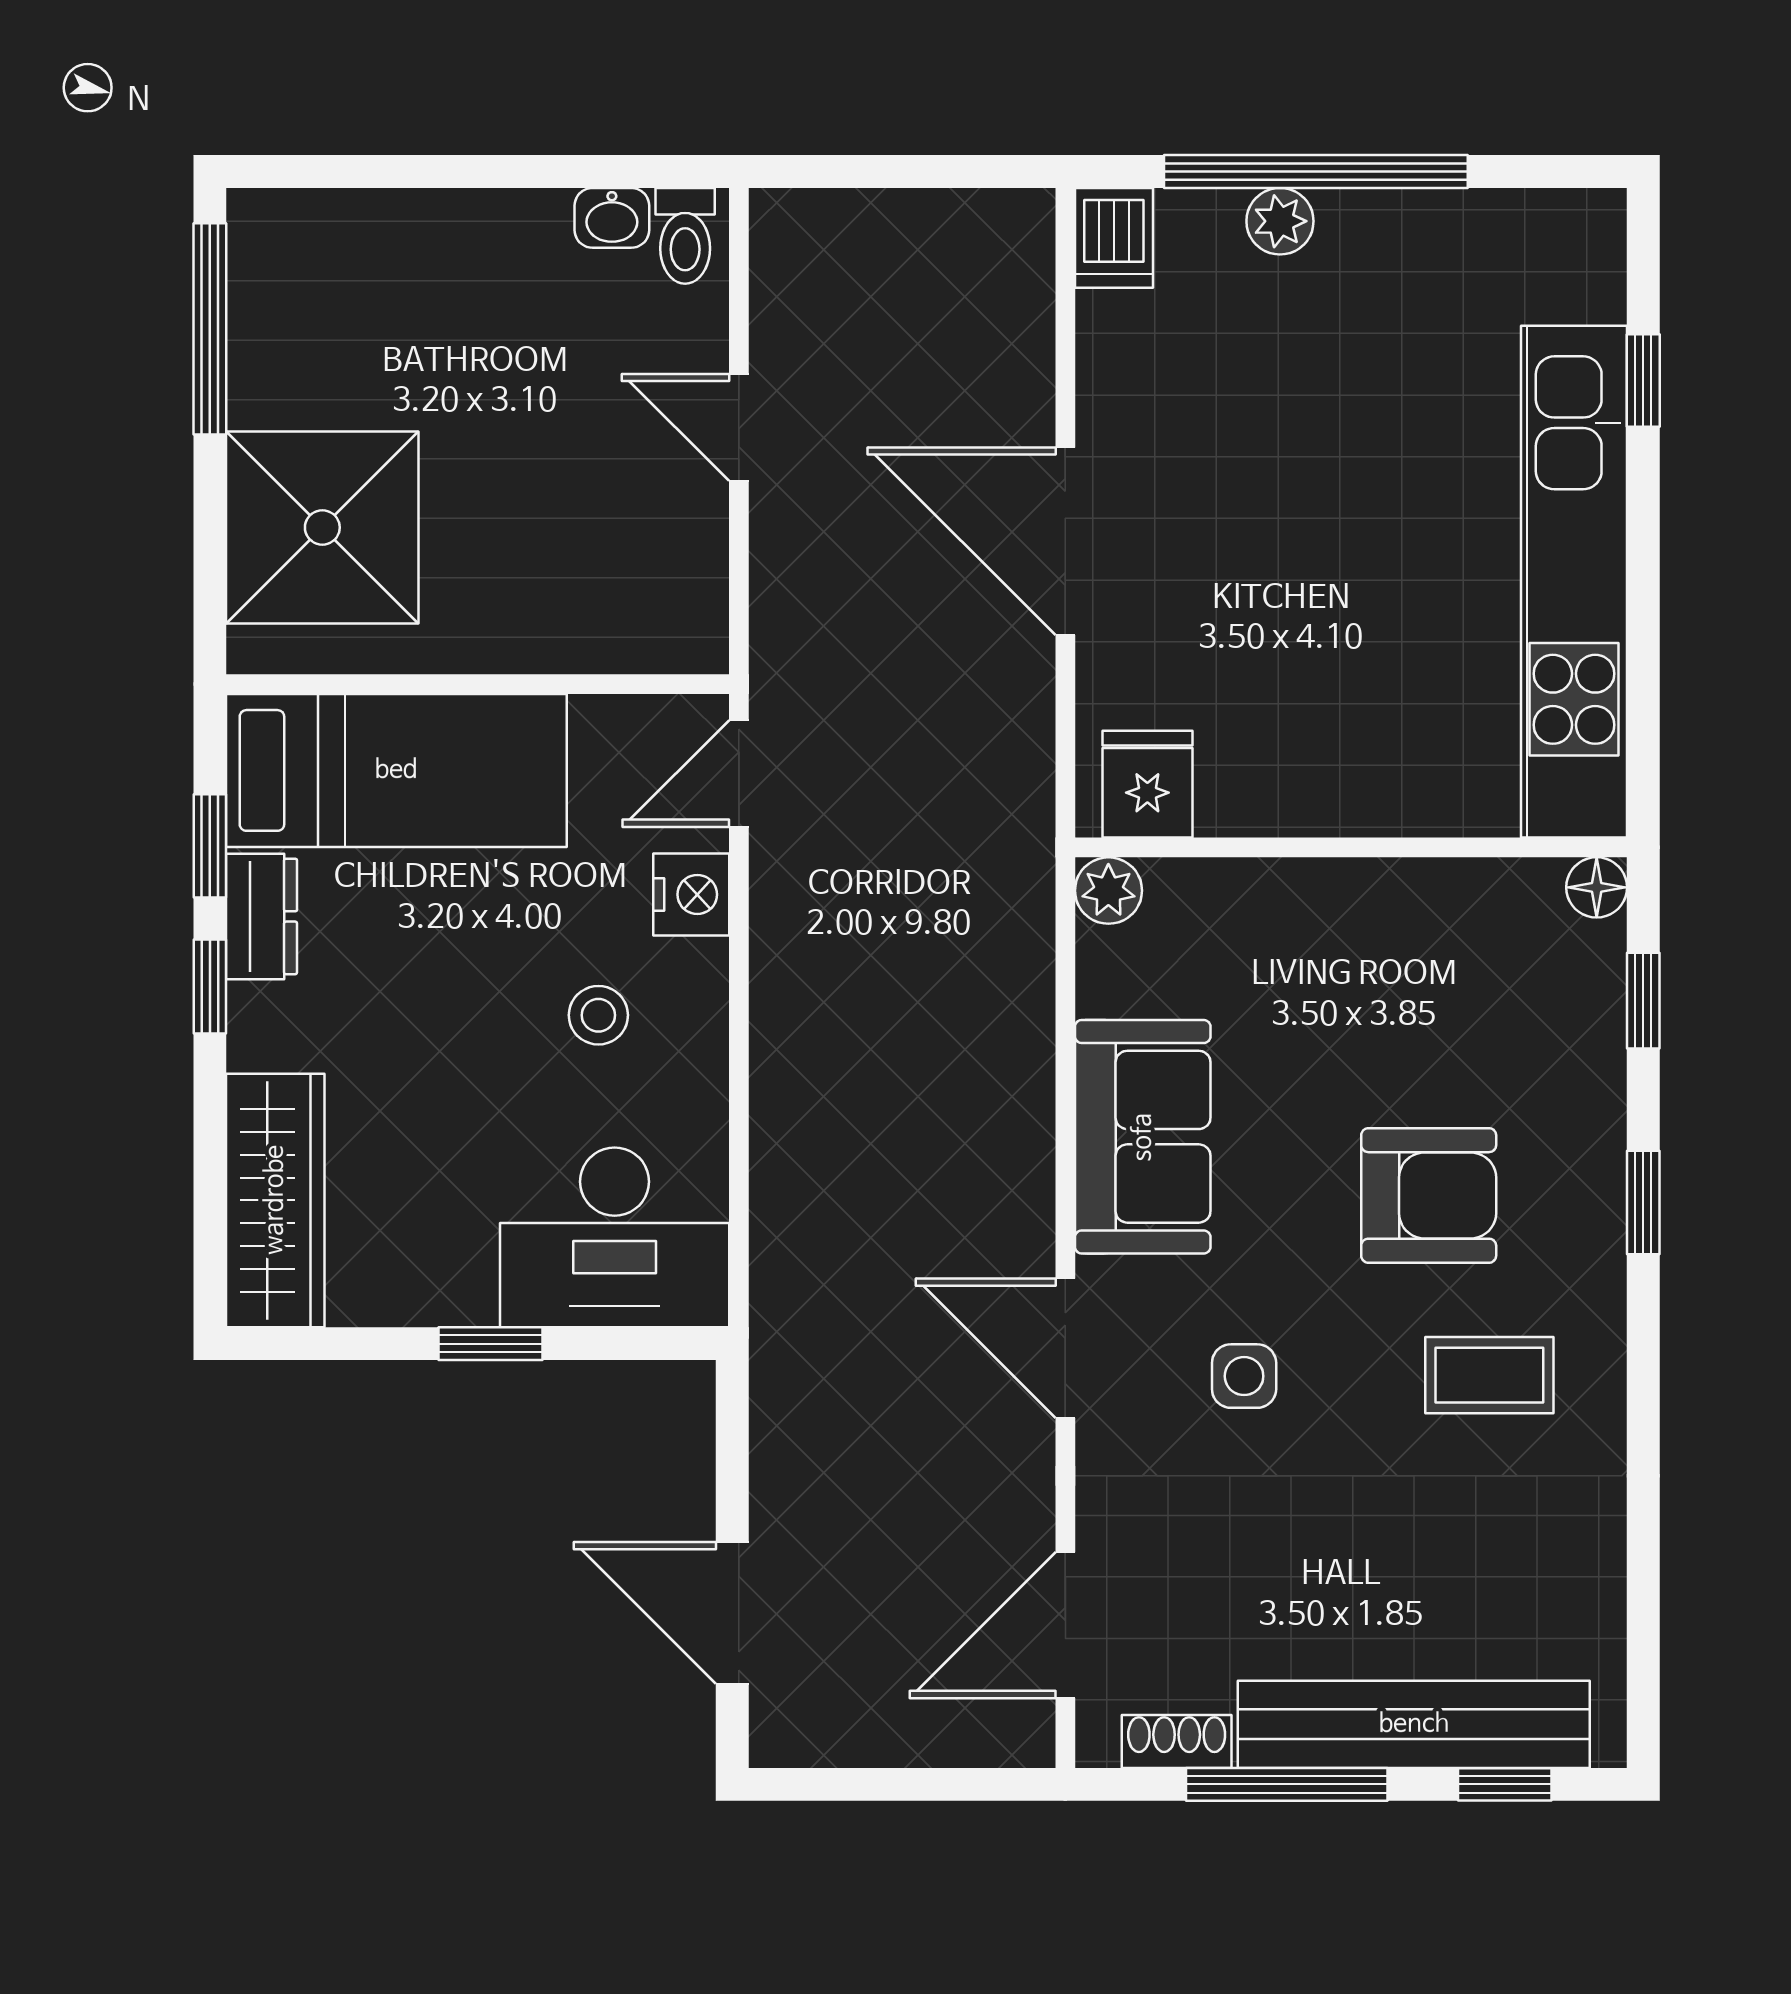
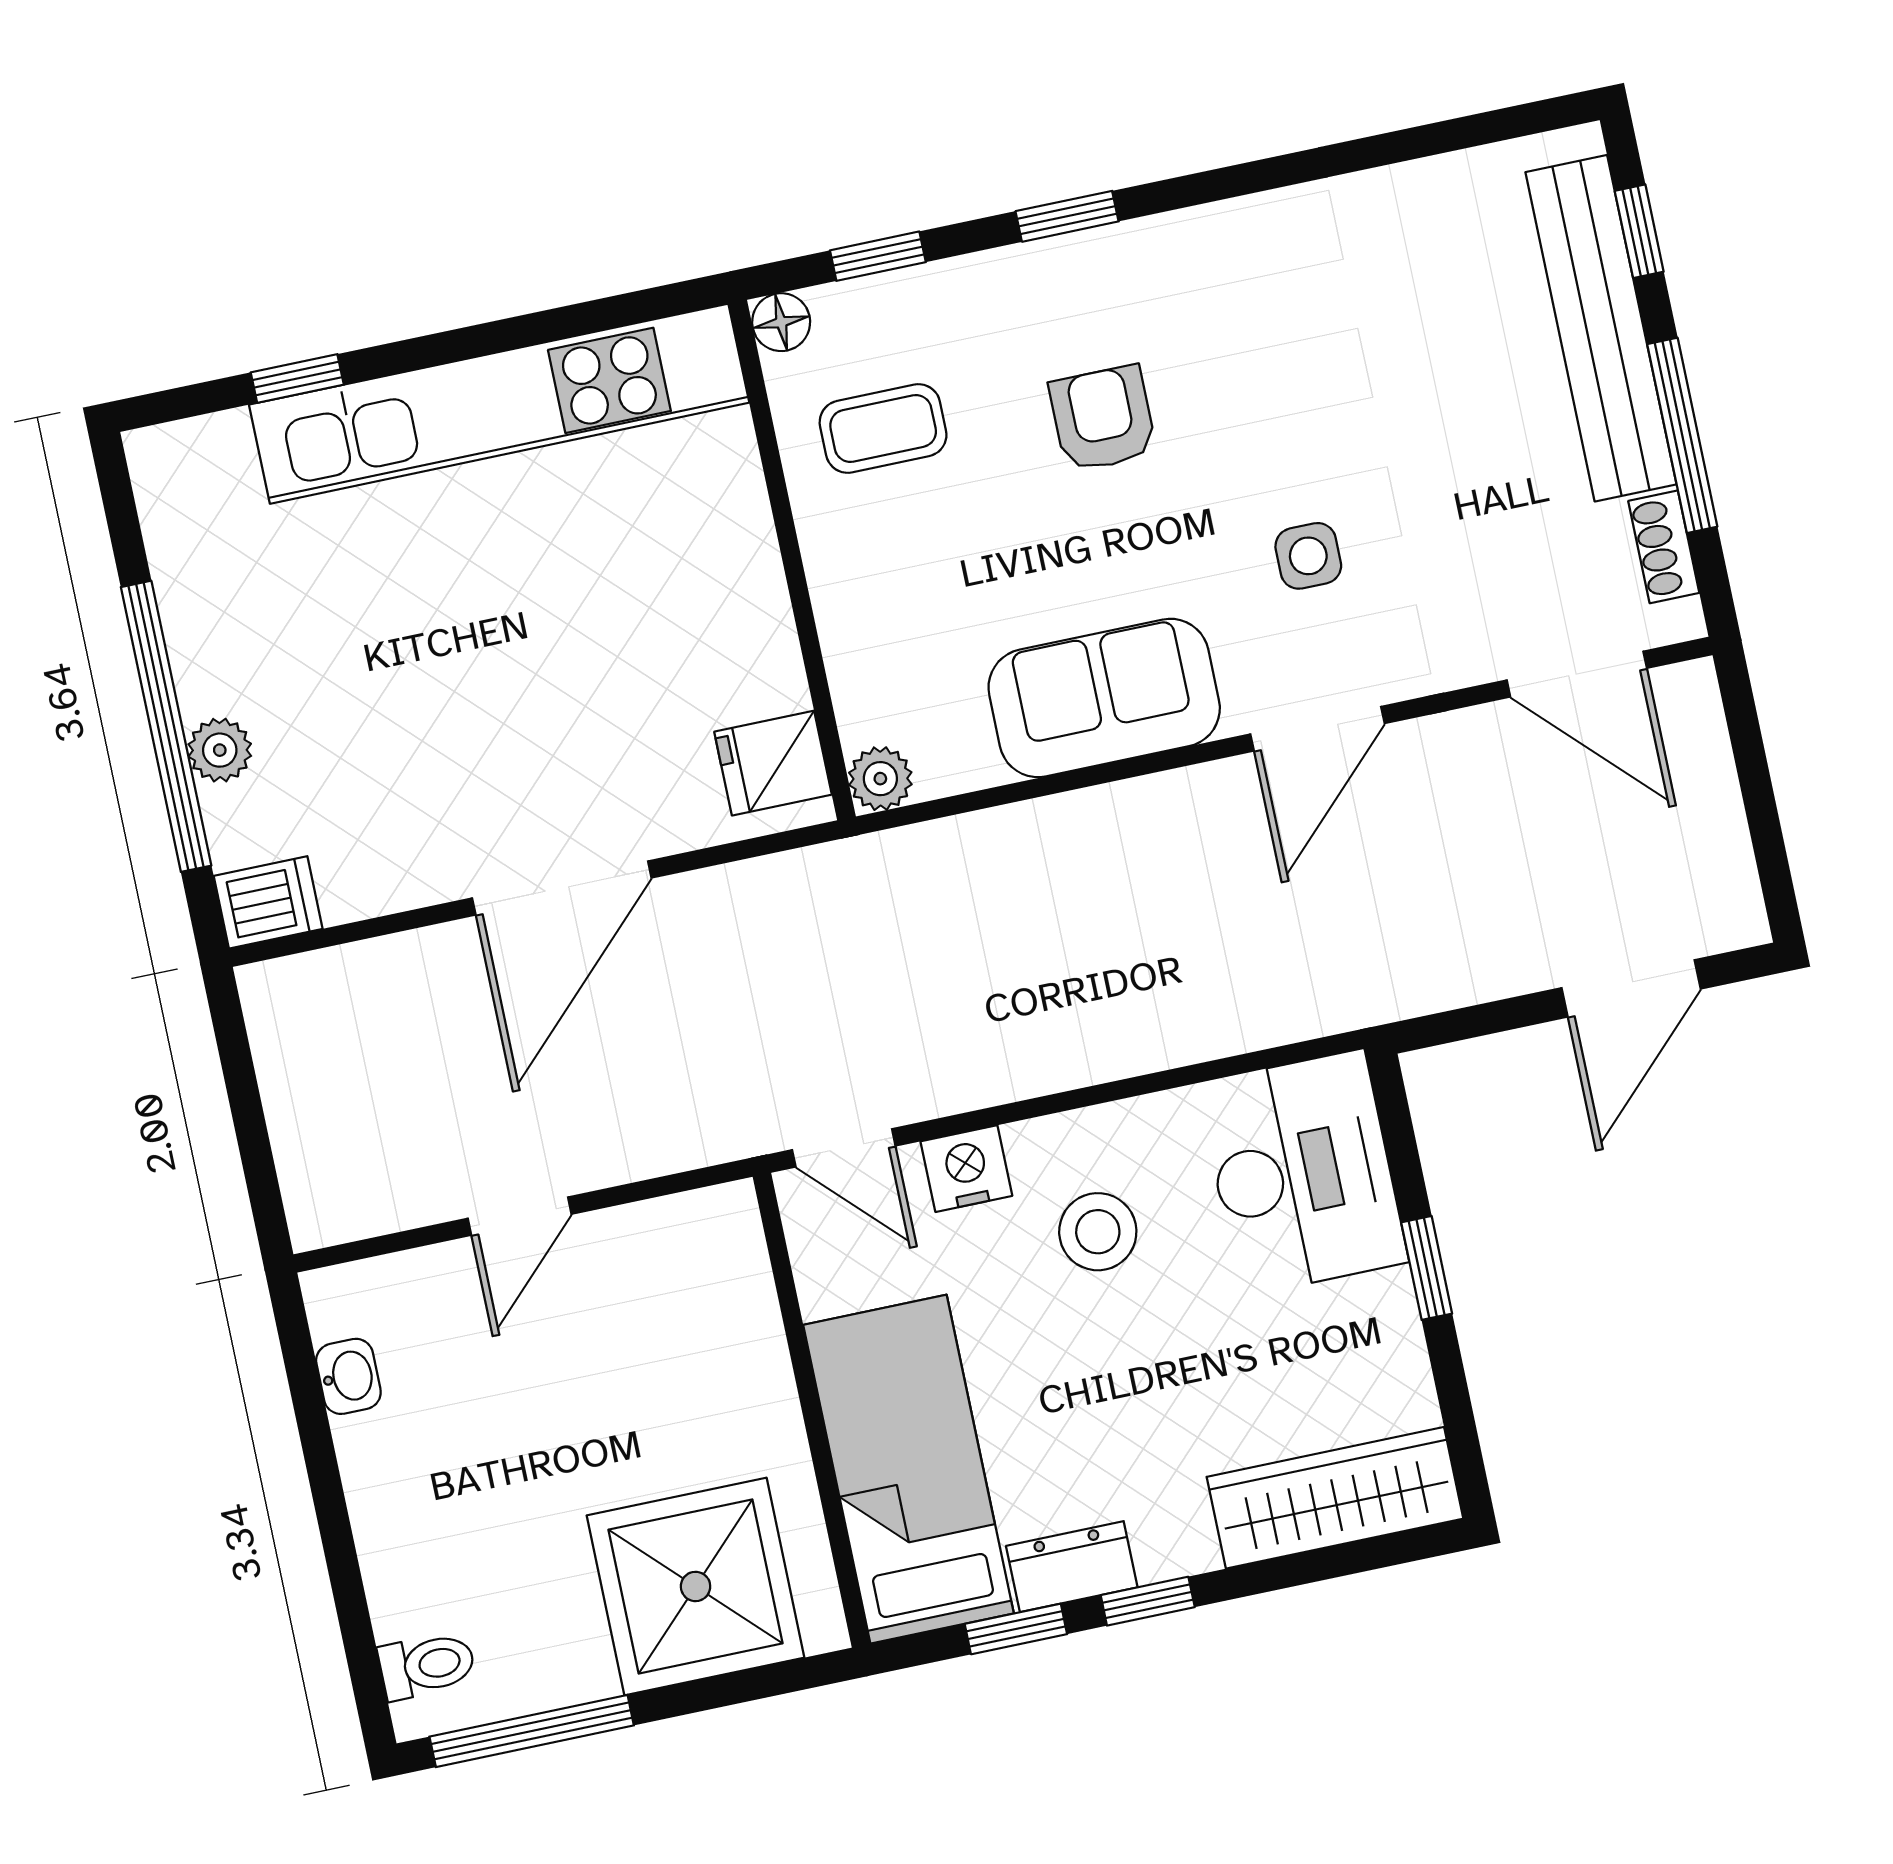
toilet: (685, 236) -> (427, 1665), moved
stool: (598, 1015) -> (1098, 1232), width x1.37, depth x1.37
armchair: (1429, 1195) -> (1103, 419), width x0.72, depth x0.72
coffee table: (1489, 1375) -> (883, 428), moved, turned 90

